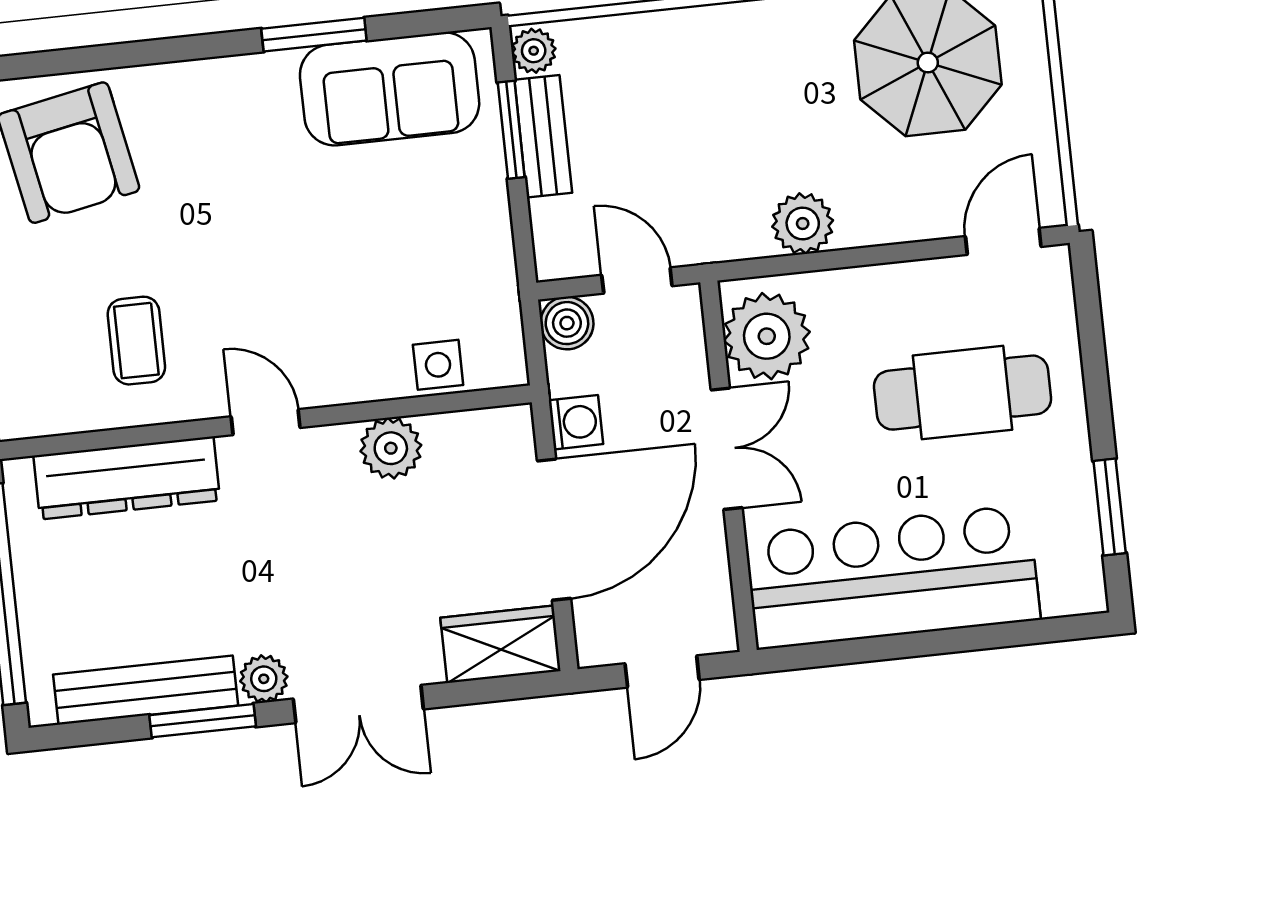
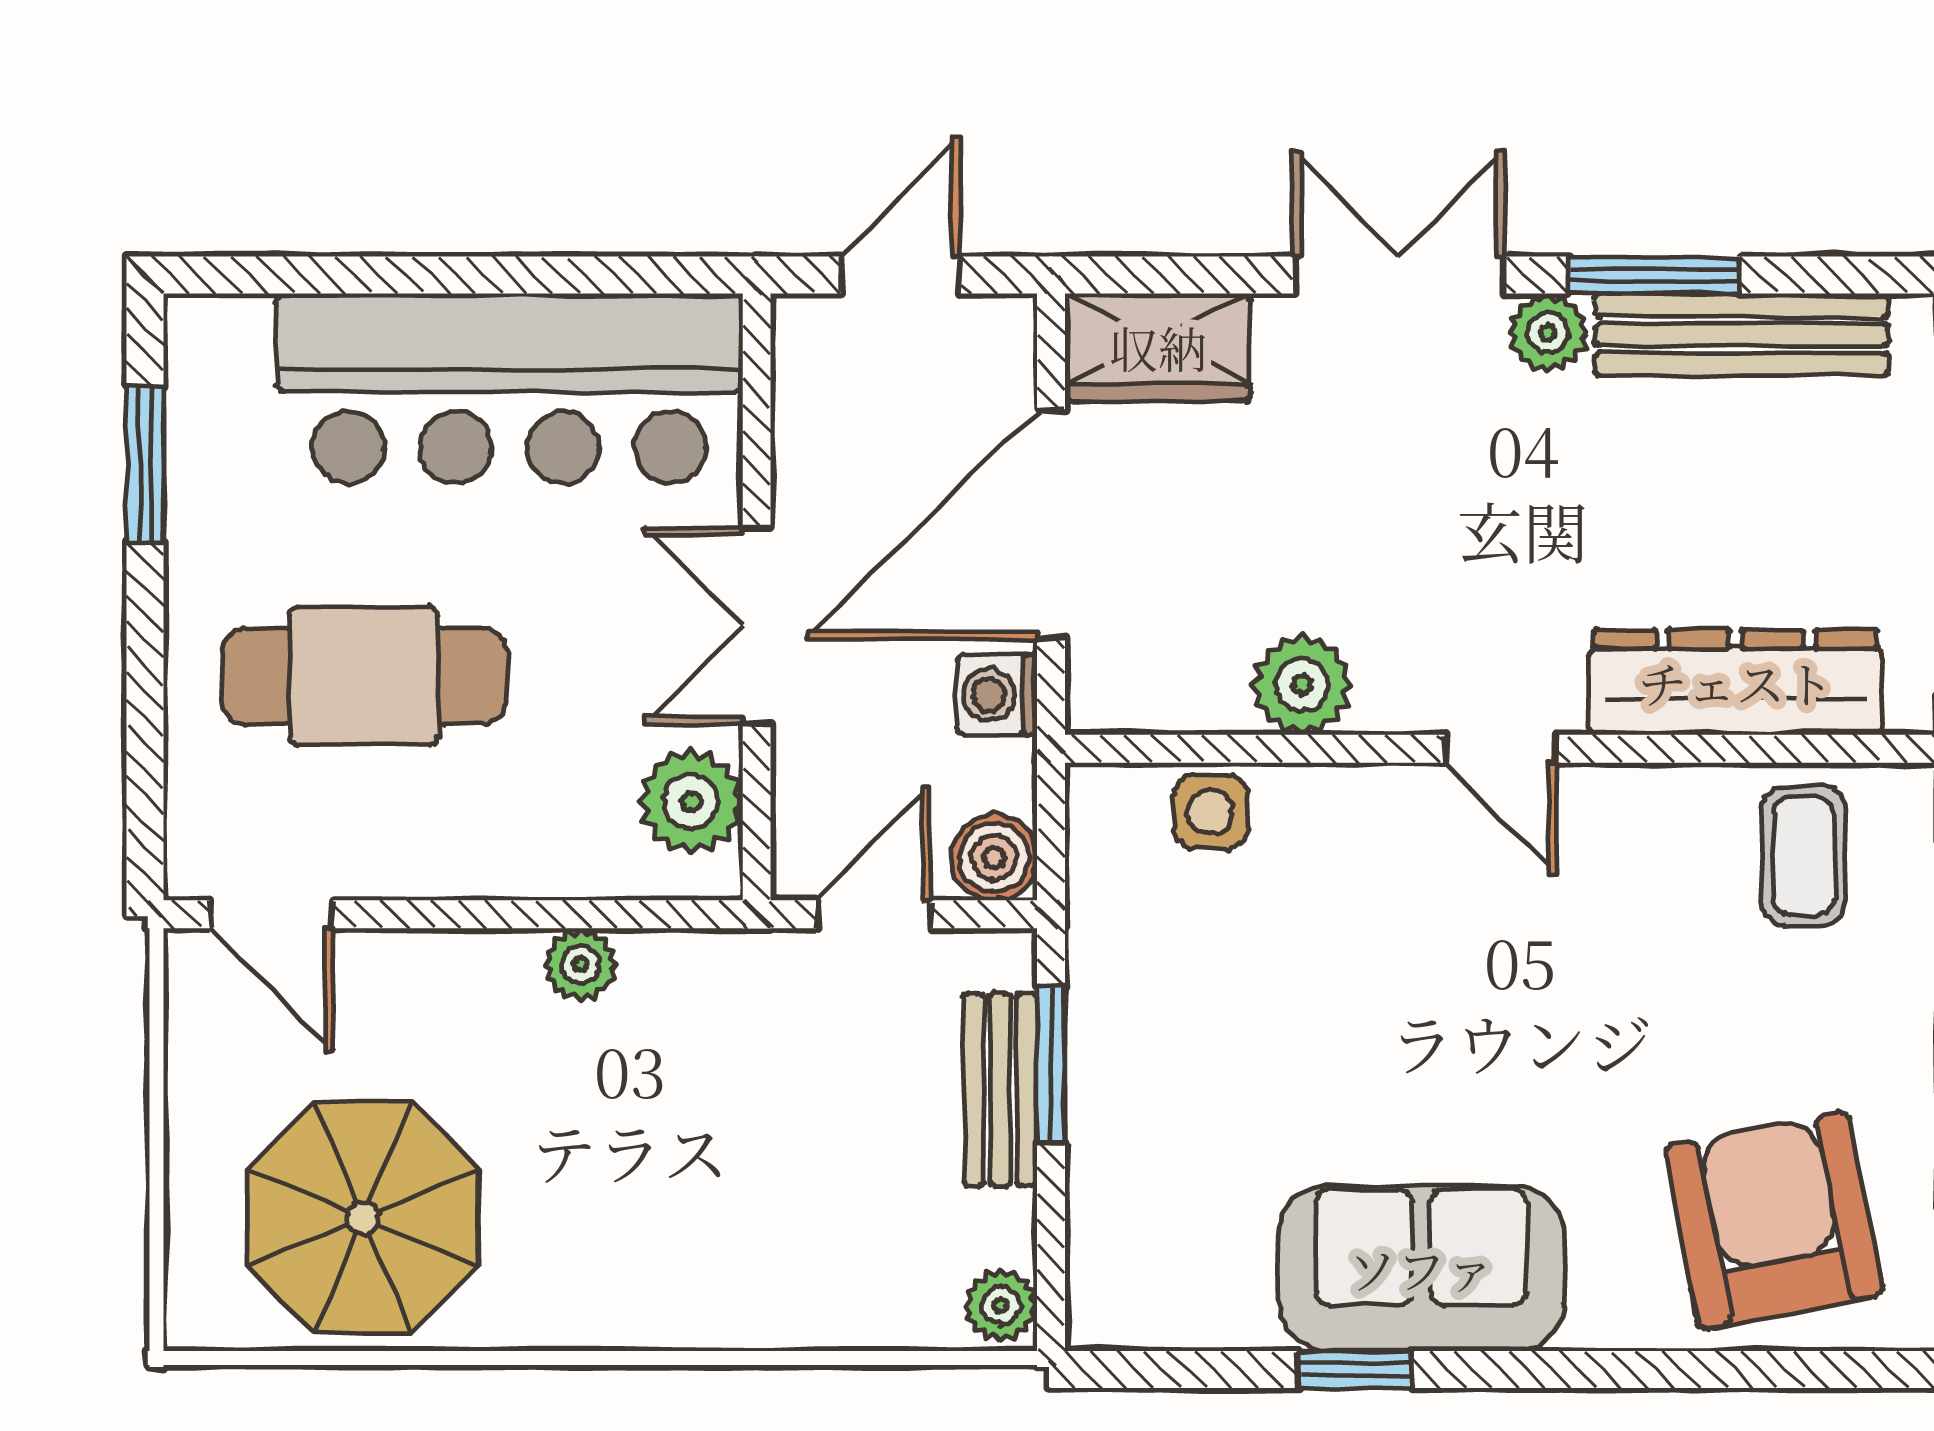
window: (314, 35) -> (1355, 1370), width x0.67
sofa: (390, 89) -> (1421, 1268), moved
window: (511, 130) -> (1051, 1065), moved
bench: (543, 136) -> (1000, 1090), moved
plant: (803, 223) -> (580, 964), width x0.73, depth x0.73
door: (1003, 241) -> (272, 914), hinge flipped
door: (637, 281) -> (873, 914), swing flipped
plant: (767, 336) -> (691, 801), width x0.73, depth x0.73
coffee table: (136, 341) -> (1803, 856), moved

